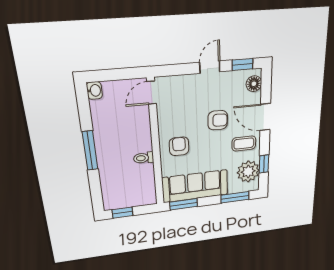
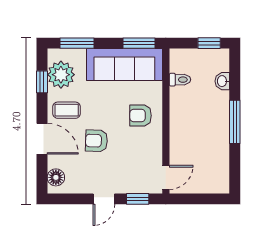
window: (243, 64) -> (138, 199), moved
washbasin: (94, 90) -> (222, 81), moved
armchair: (179, 146) -> (141, 116), turned 90
toilet: (144, 158) -> (180, 80), moved

